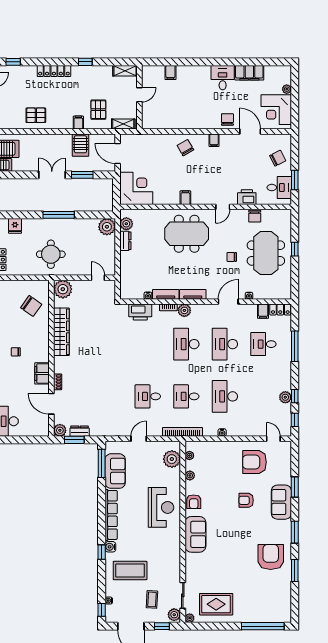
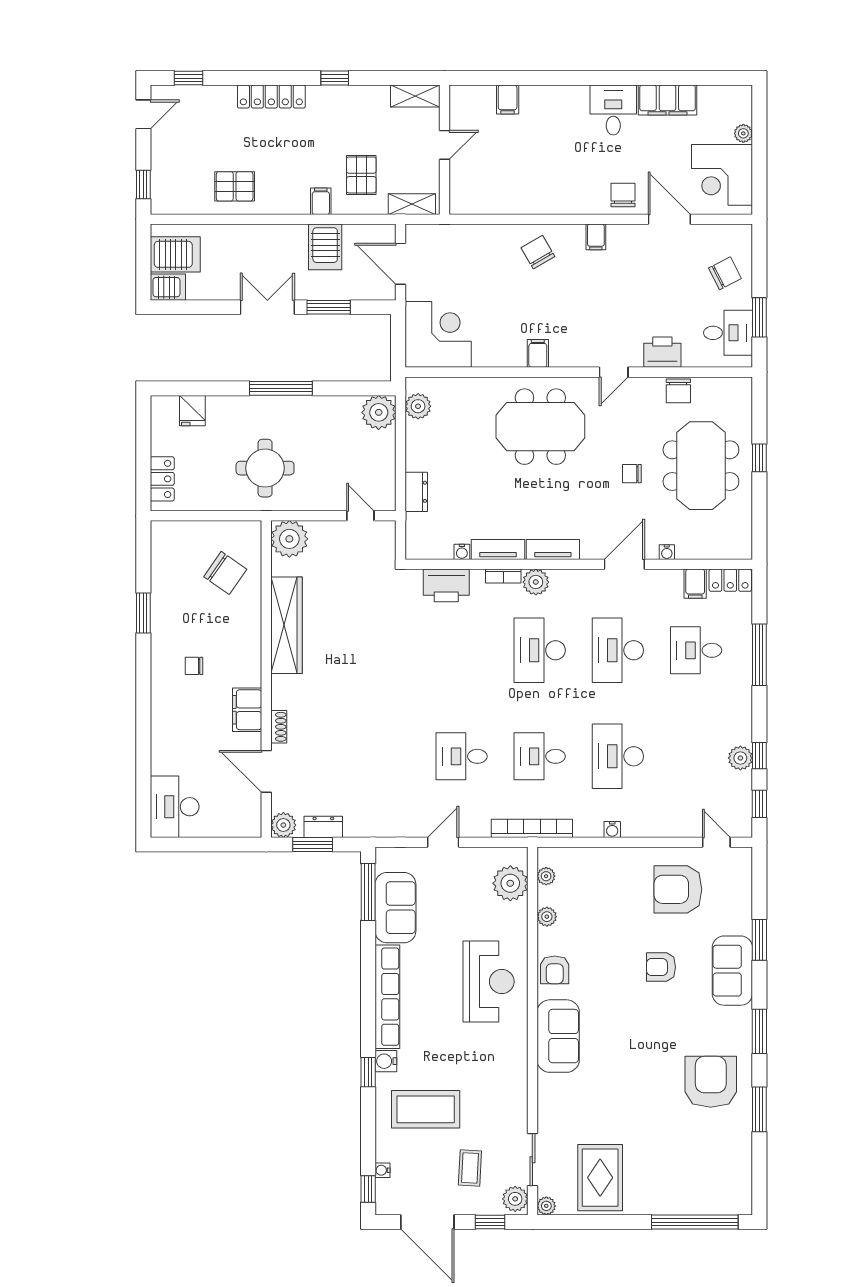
dresser: (125, 241) -> (416, 492), moved
rug: (216, 604) -> (600, 1178), turned 90

